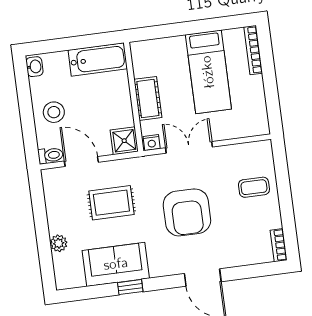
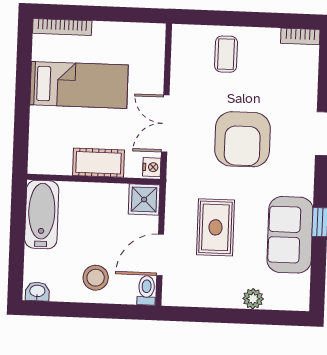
armchair: (187, 212) -> (242, 139), turned 90

